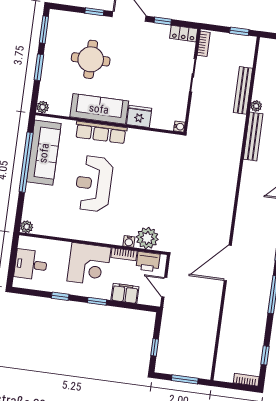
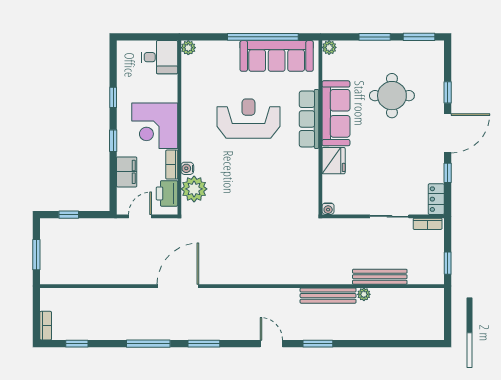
door: (228, 263) -> (178, 286), hinge flipped
desk: (31, 265) -> (159, 57), moved, turned 90

